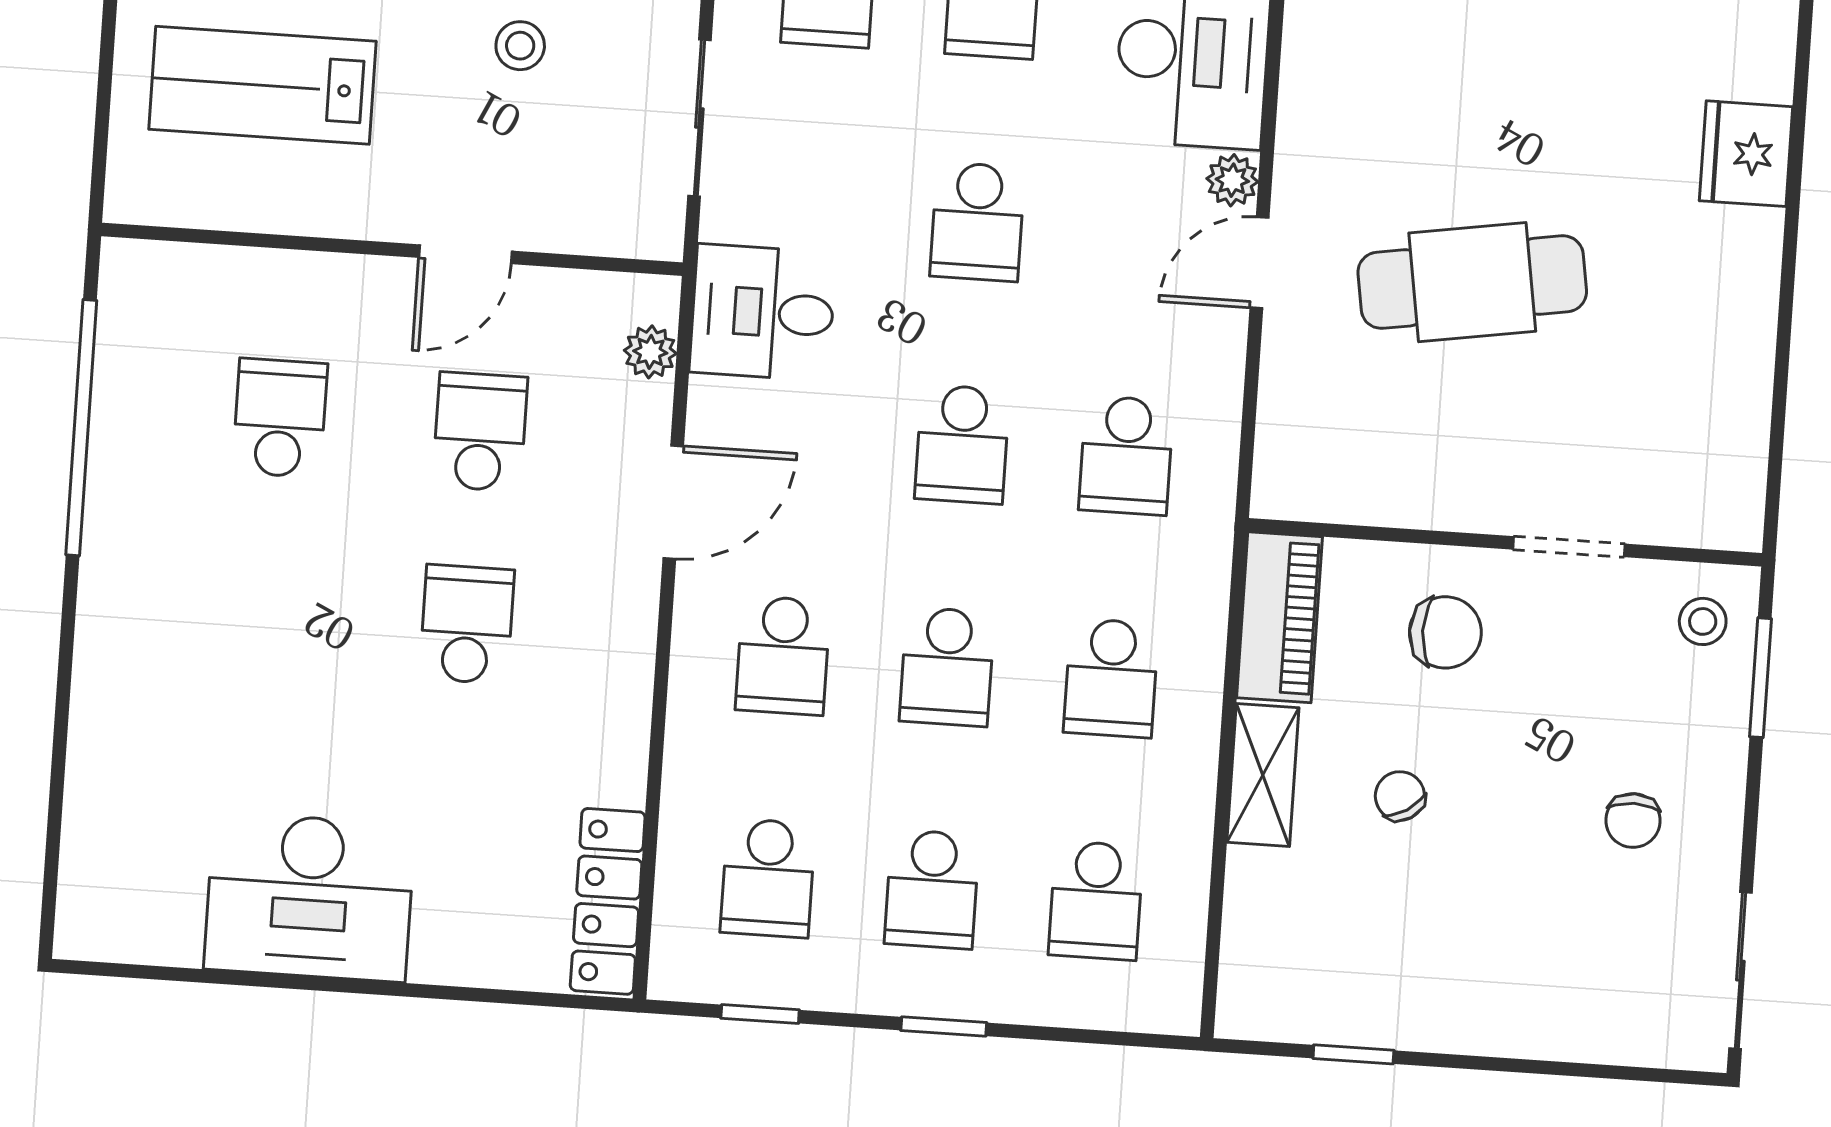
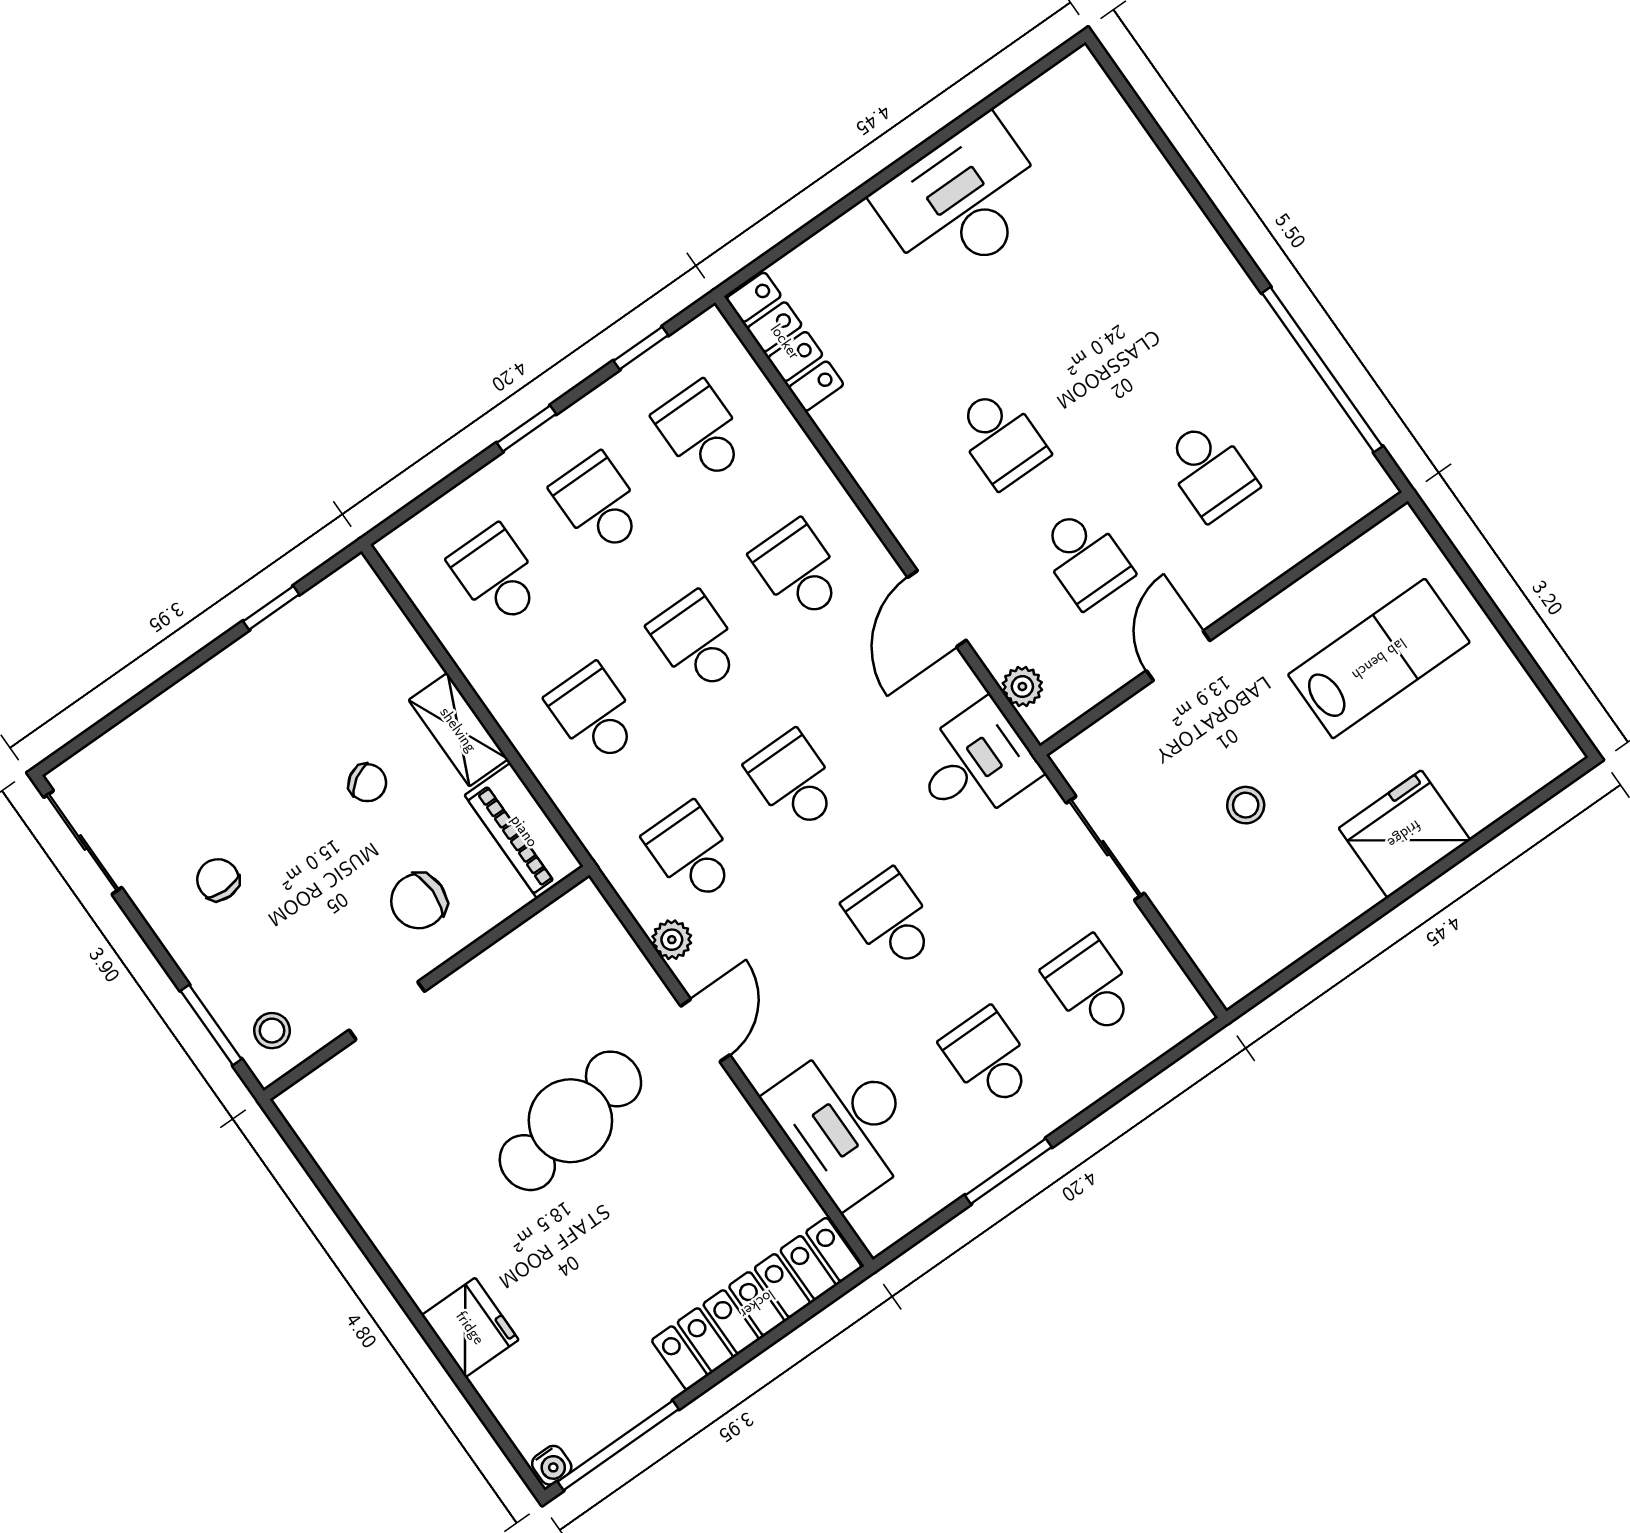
plant: (1232, 180) -> (672, 940), moved

